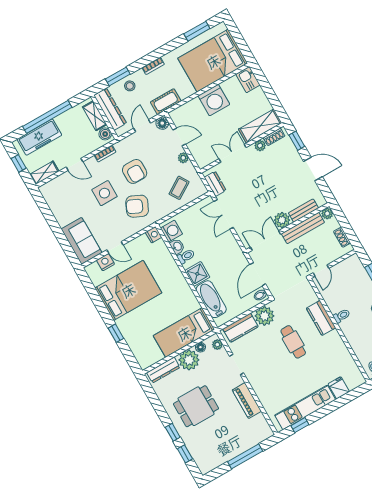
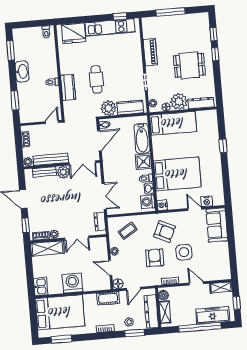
bed: (128, 290) -> (177, 174), moved, turned 180
fridge: (339, 388) -> (74, 33), width x1.88, depth x1.34

